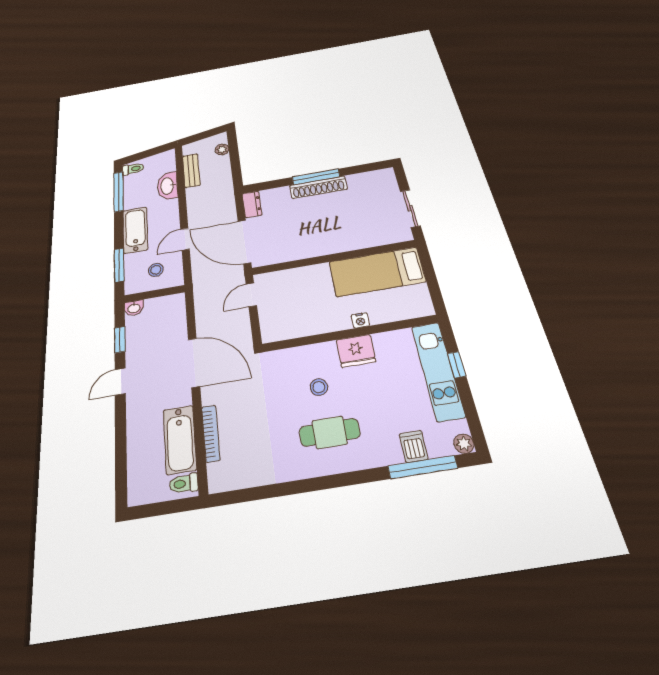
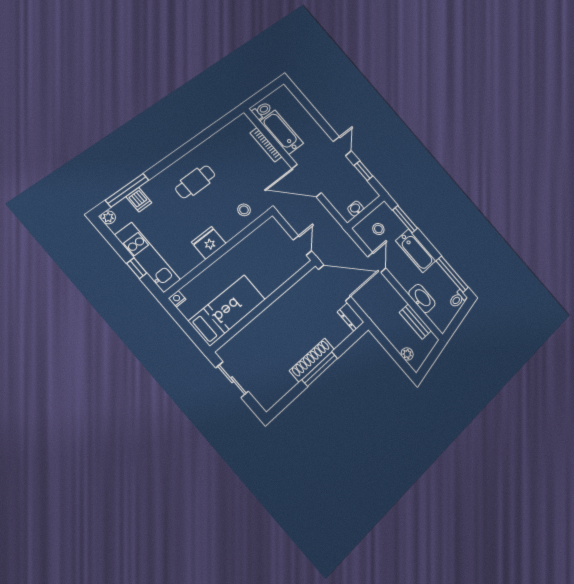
washbasin: (134, 308) -> (356, 209), moved
nightstand: (360, 320) -> (177, 299), moved
stool: (319, 387) -> (244, 210), moved

